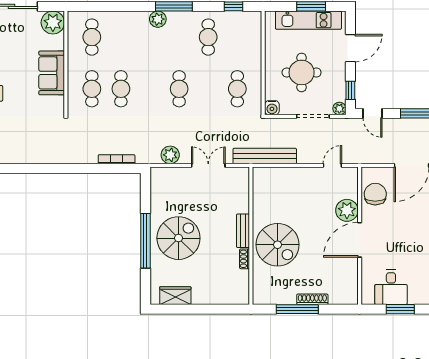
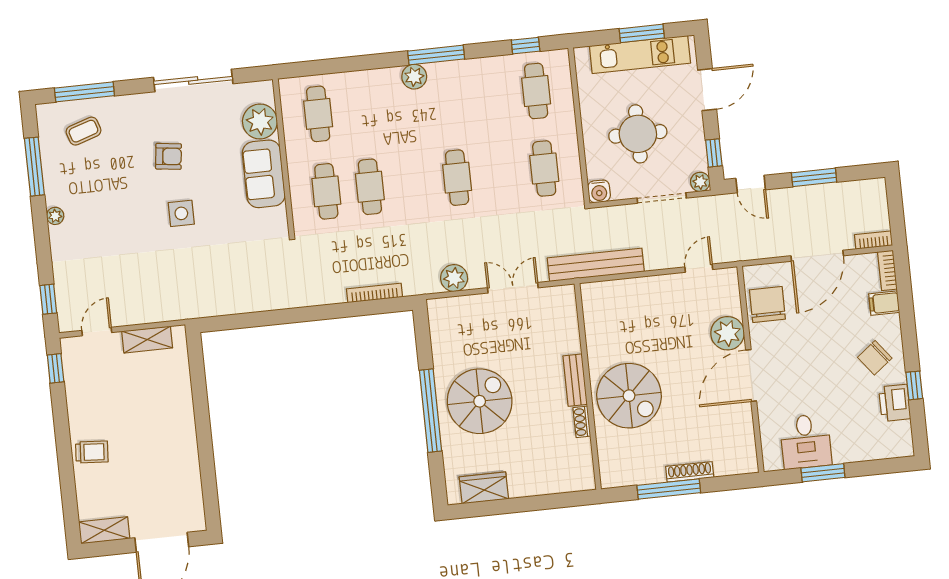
plant: (53, 23) -> (260, 122), moved
cafe table: (208, 37) -> (536, 91), moved

